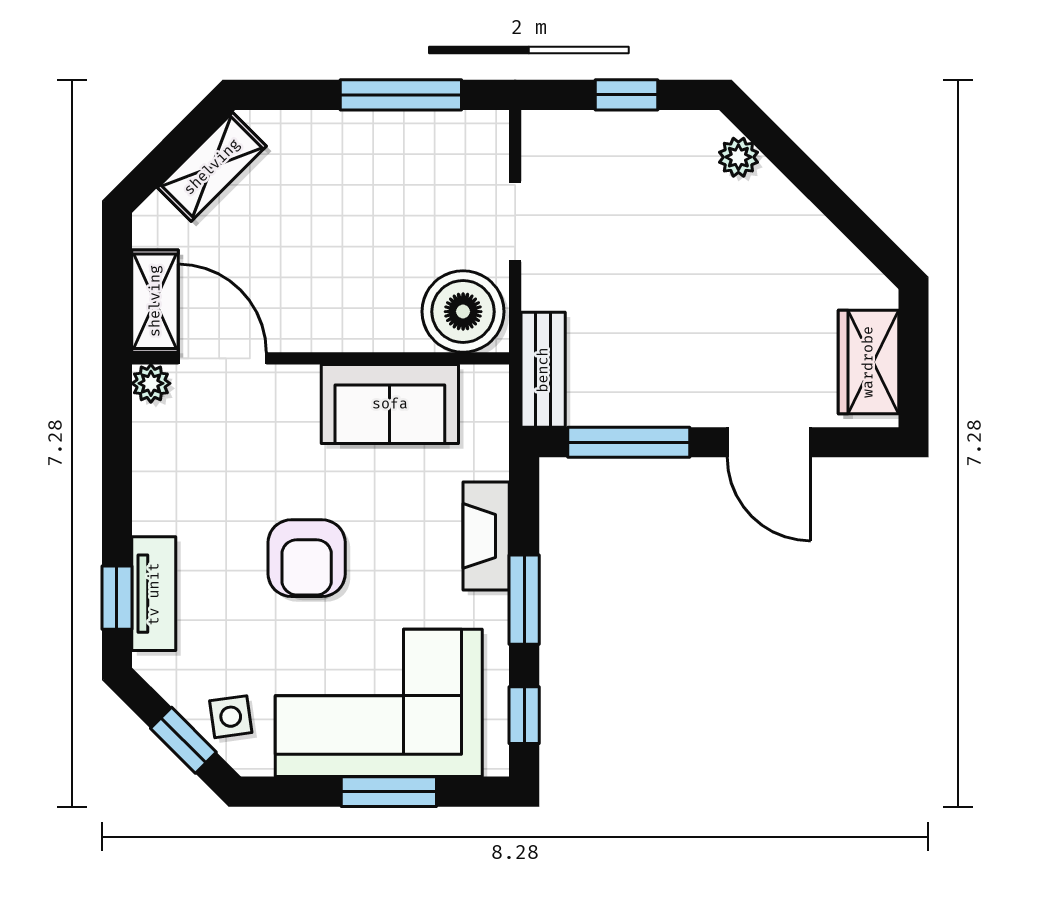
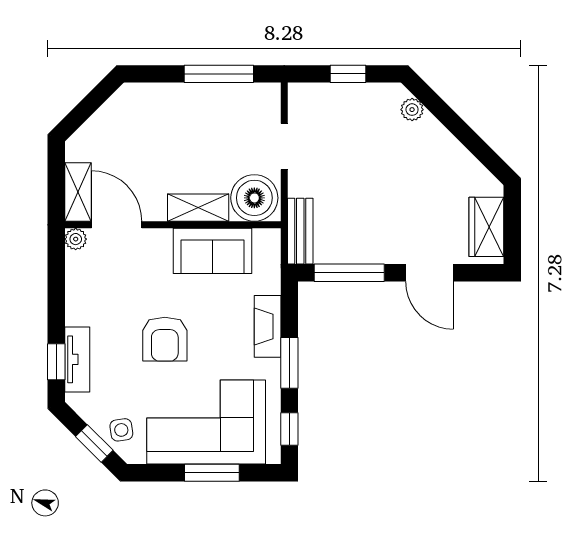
shelving: (212, 167) -> (198, 208), moved, turned 45

